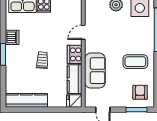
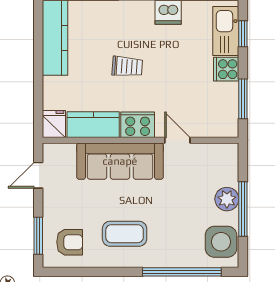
coffee table: (135, 62) -> (125, 234), turned 90
sofa: (95, 71) -> (120, 161), width x1.36

